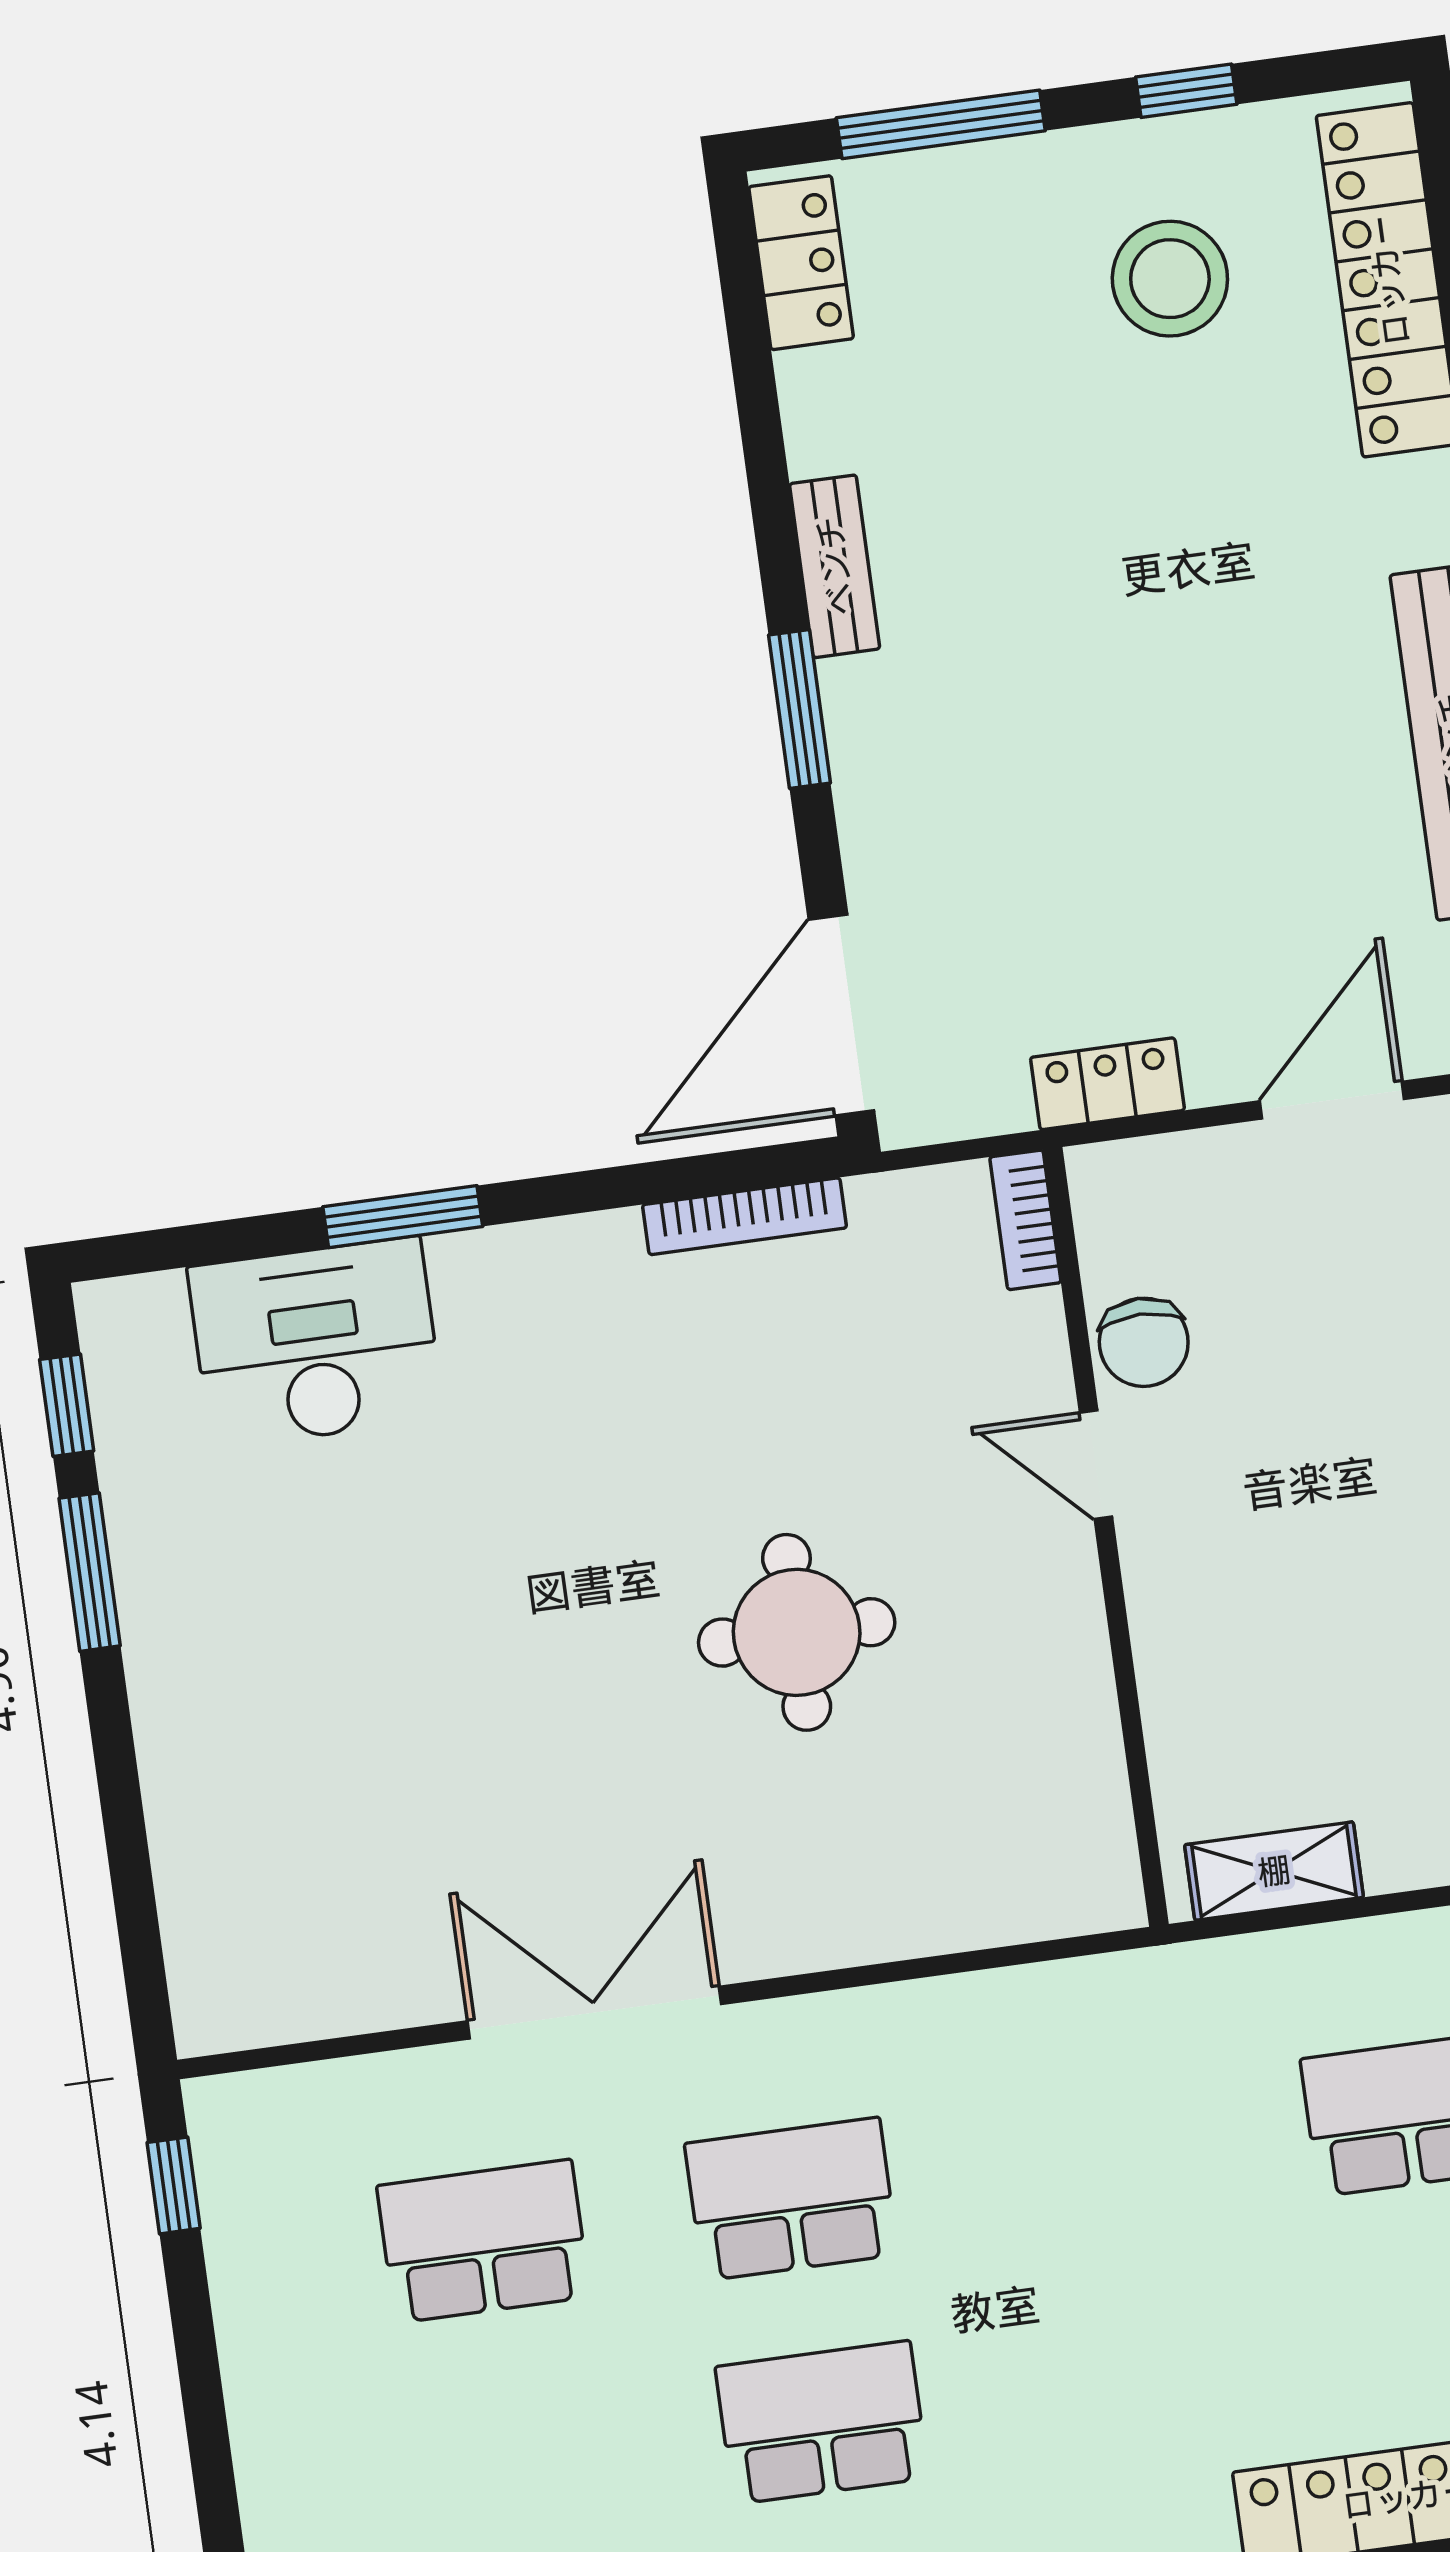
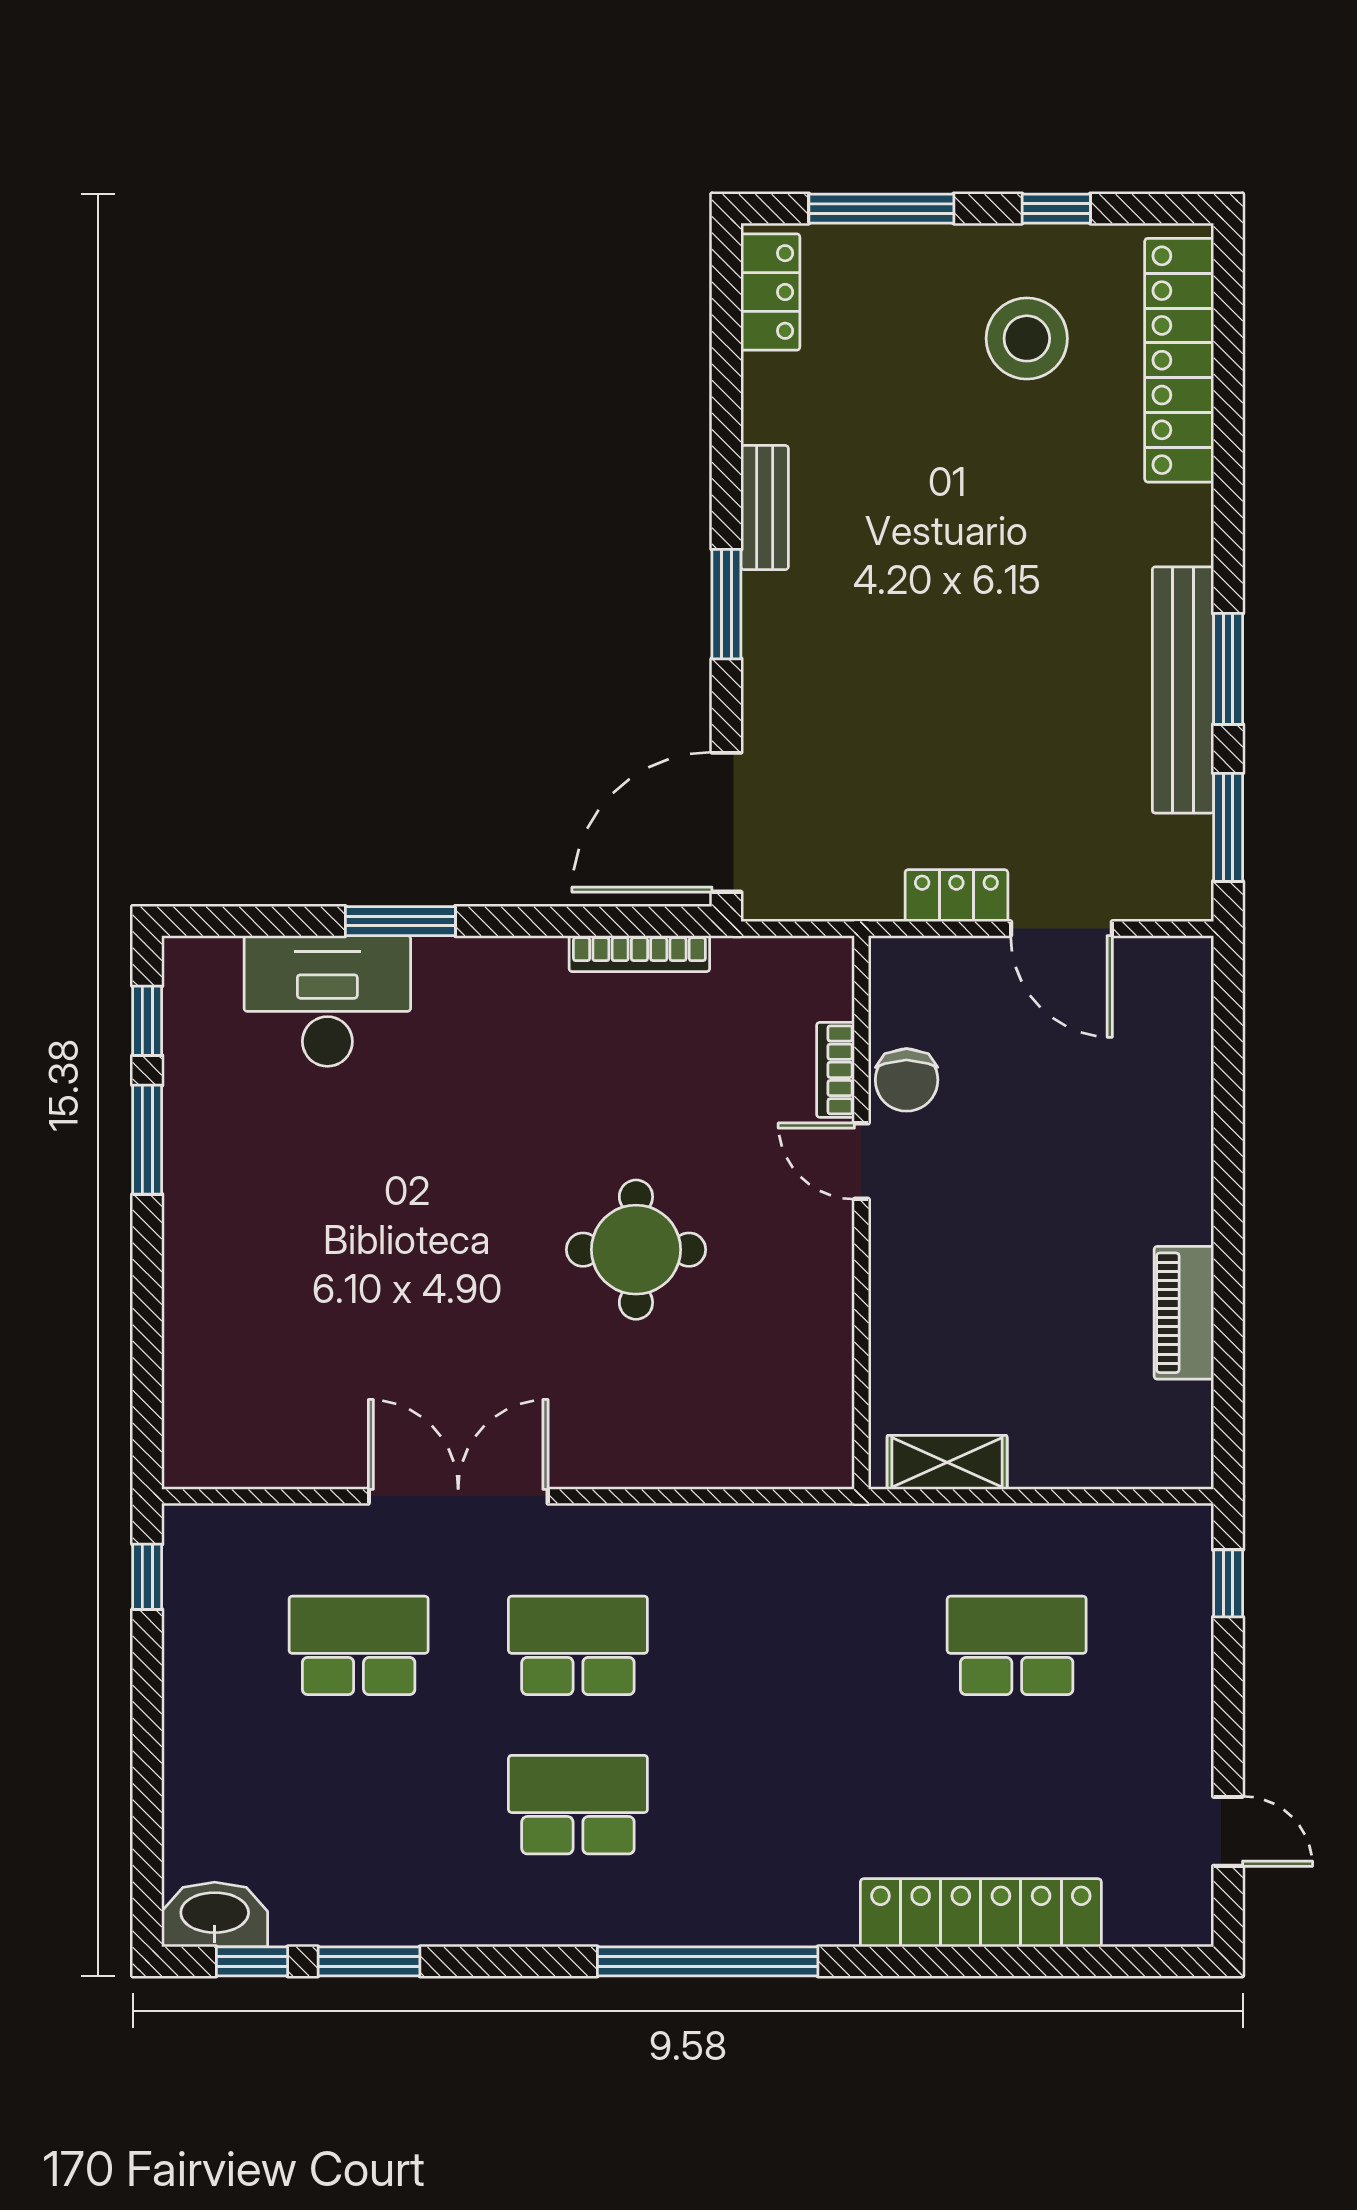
locker: (1107, 1084) -> (956, 896), moved
door: (1332, 1100) -> (1061, 929), swing flipped
bookcase: (1025, 1220) -> (836, 1070), moved

